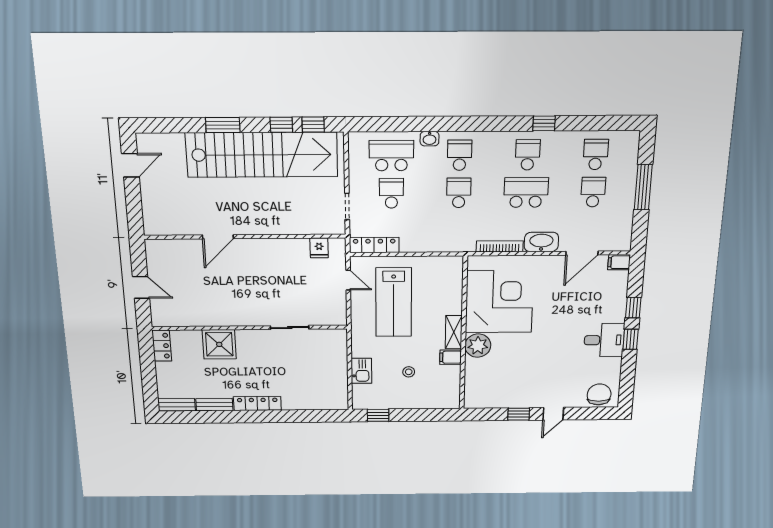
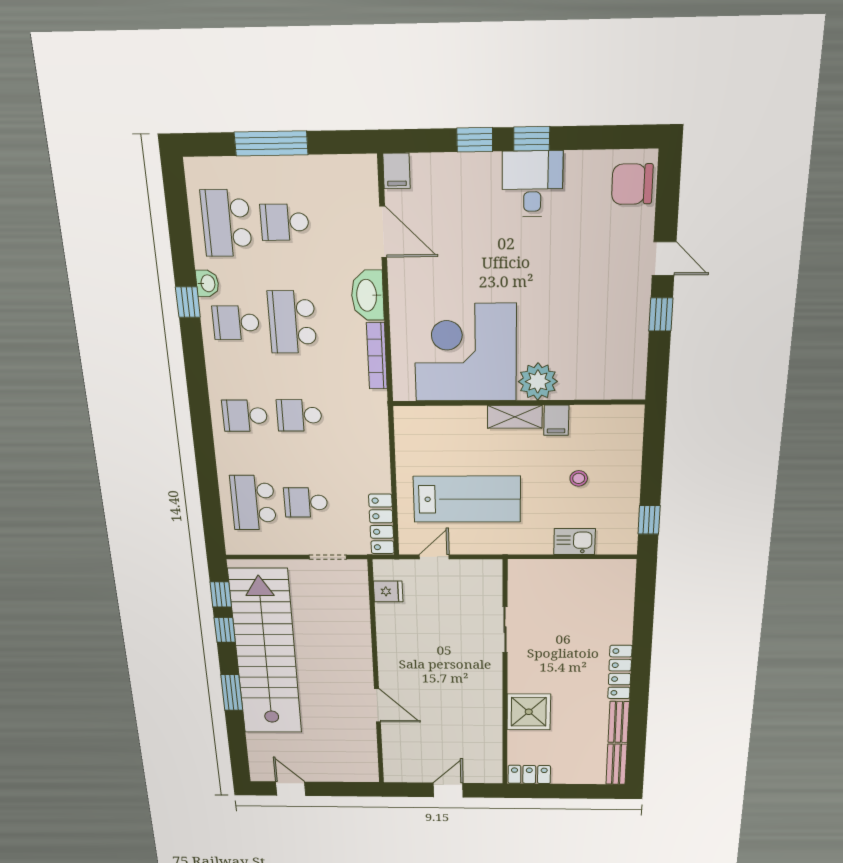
washbasin: (430, 139) -> (207, 283), moved
school desk: (596, 154) -> (226, 223), width x1.85

